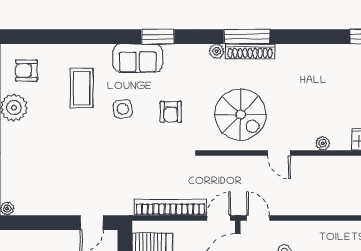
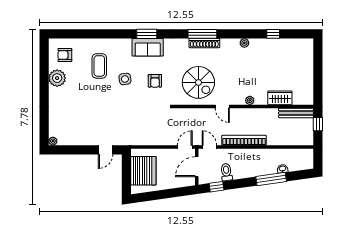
plant: (217, 51) -> (244, 43), moved
sofa: (138, 58) -> (148, 47), moved
bookcase: (170, 207) -> (244, 140), moved

